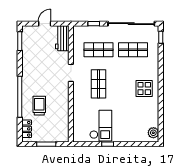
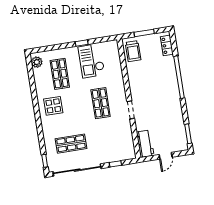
shop shelf: (99, 50) -> (60, 74), moved, turned 90
trolley: (39, 106) -> (133, 51), moved

